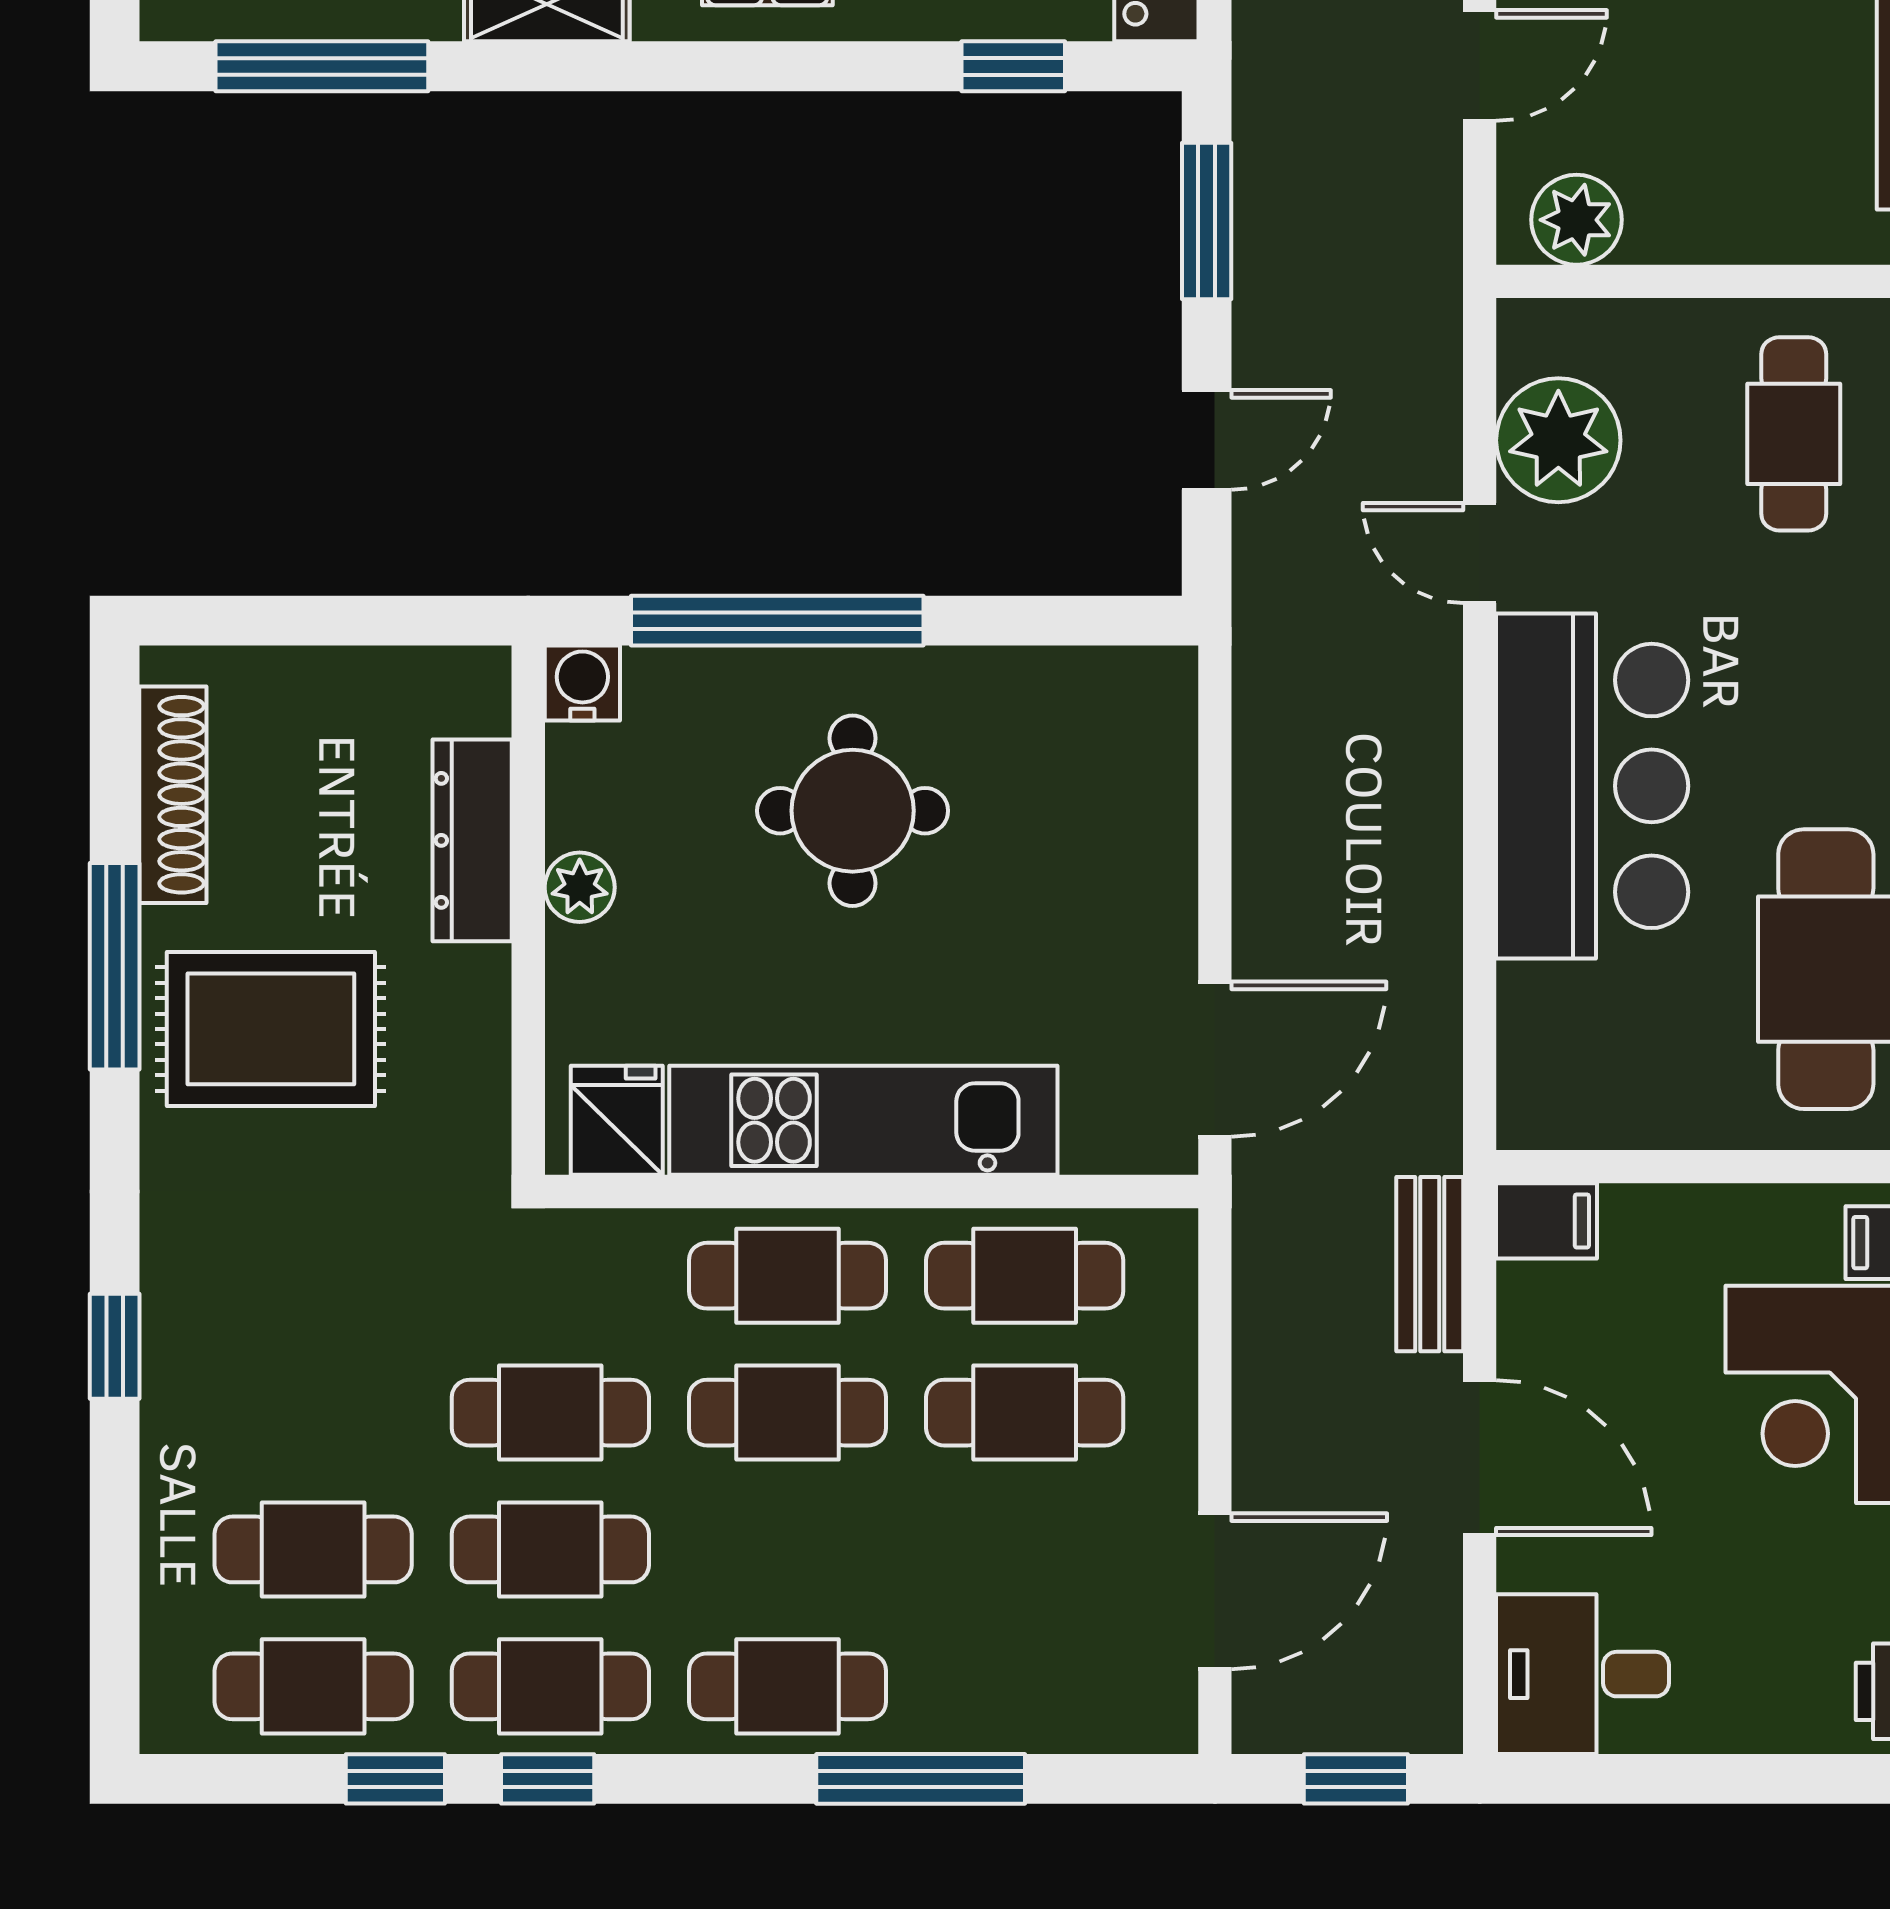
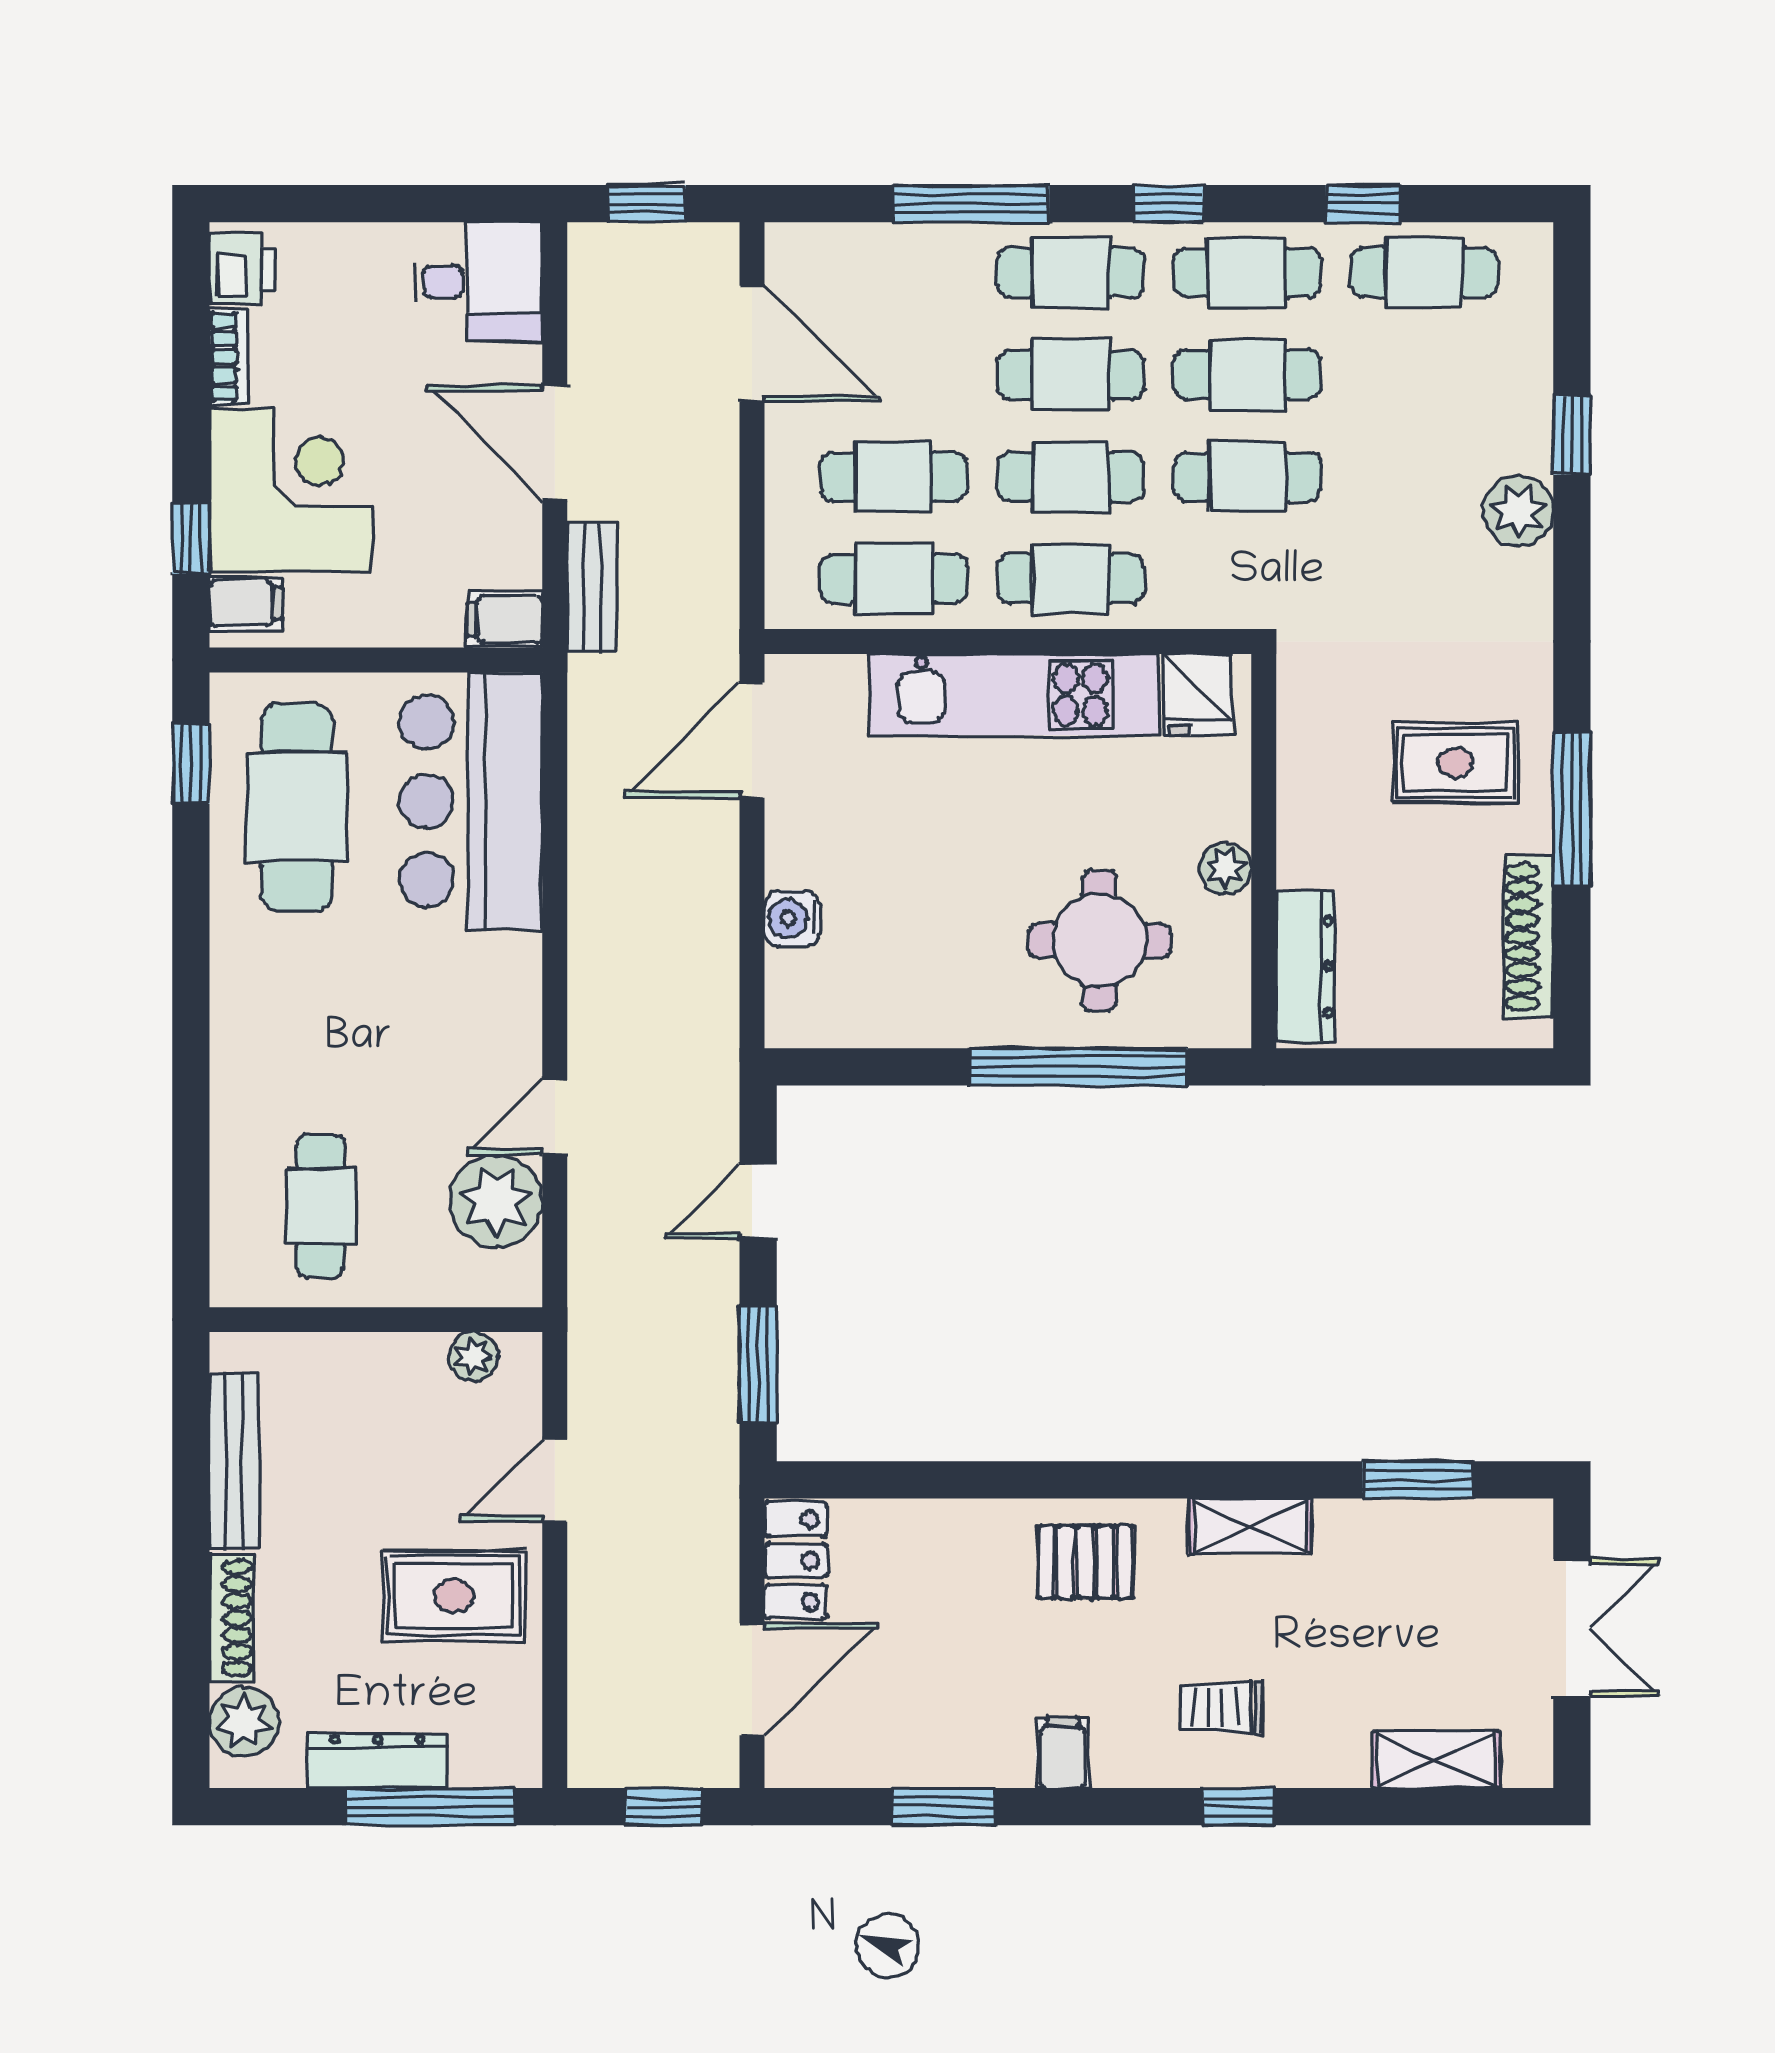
window: (322, 66) -> (1417, 1480), width x0.69
window: (1013, 66) -> (902, 1480), removed
plant: (1577, 220) -> (473, 1356), width x0.73, depth x0.73
door: (1480, 553) -> (555, 1117), swing flipped
water cooler: (582, 683) -> (792, 918), moved, turned 90
bar counter: (1592, 786) -> (471, 801), moved
round table: (853, 811) -> (1099, 941), moved
dresser: (472, 840) -> (1306, 967), moved
rug: (271, 1029) -> (1456, 763), width x0.73, depth x0.70
window: (115, 1346) -> (1572, 435), moved
plant: (187, 1367) -> (1518, 511), added
cafe table: (313, 1549) -> (1071, 375), moved
door: (1215, 1591) -> (752, 344), swing flipped
window: (548, 1779) -> (1169, 204), moved

